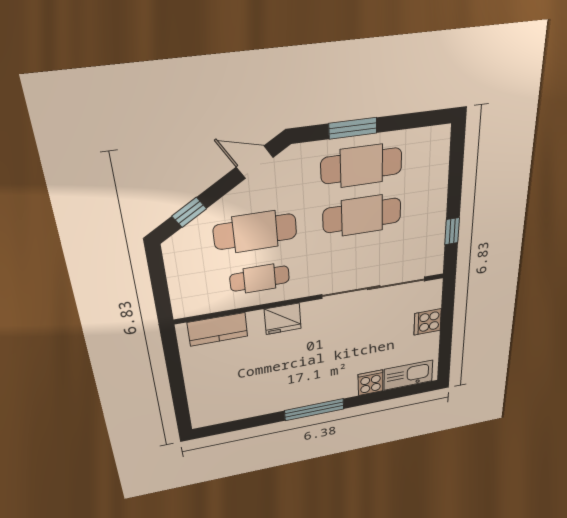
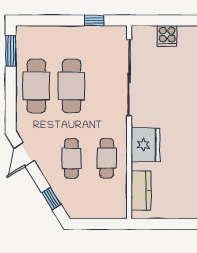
window: (353, 128) -> (11, 51), moved
cafe table: (255, 232) -> (71, 158), width x0.73, depth x0.74
fridge: (283, 319) -> (146, 145), width x1.36, depth x1.34

